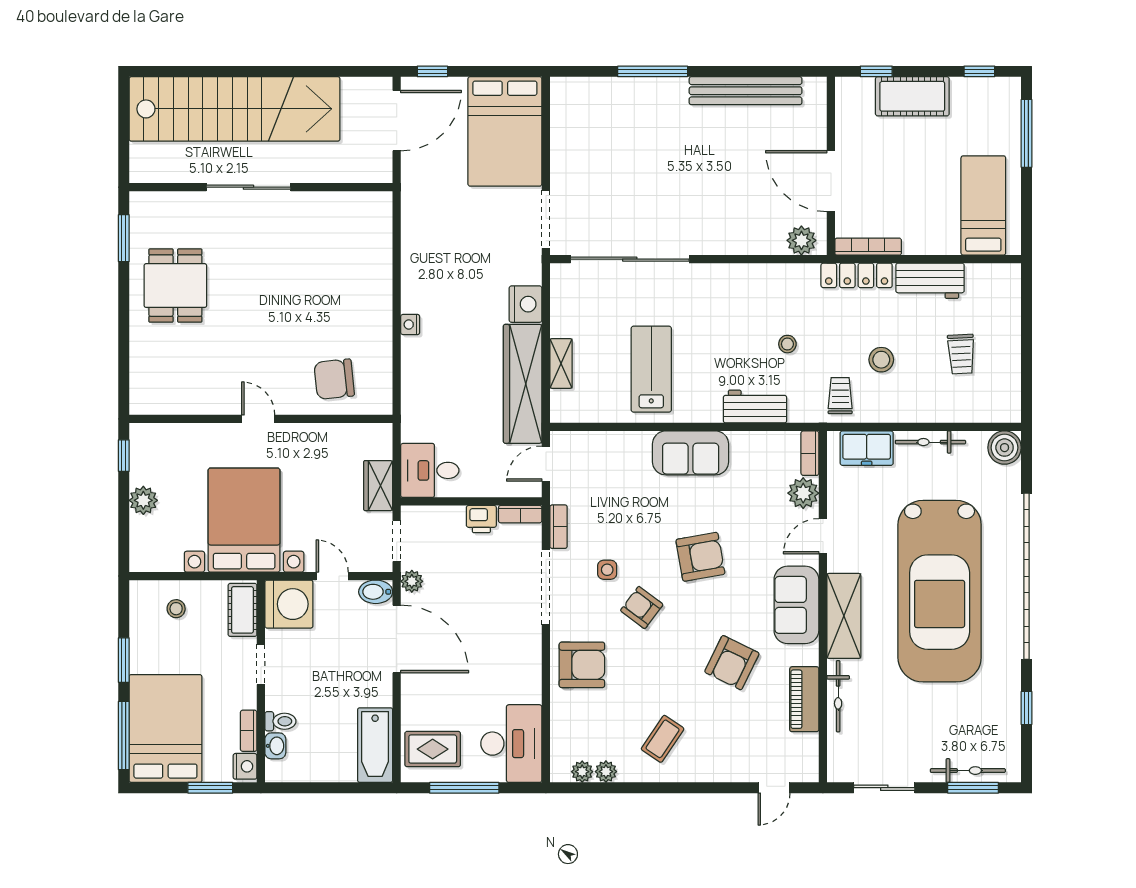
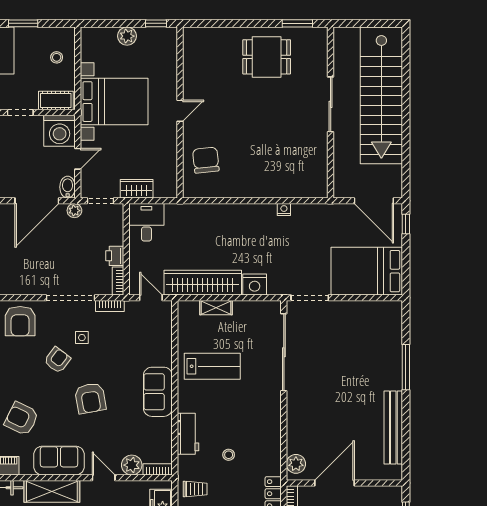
nightstand: (410, 325) -> (284, 210), moved

